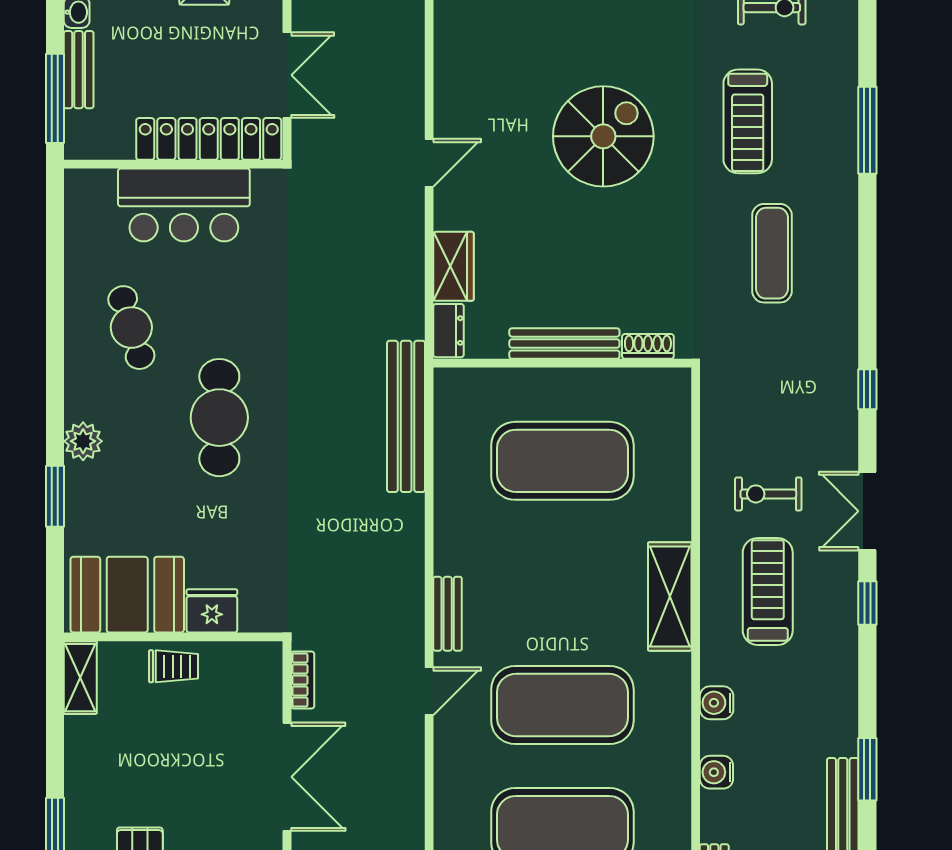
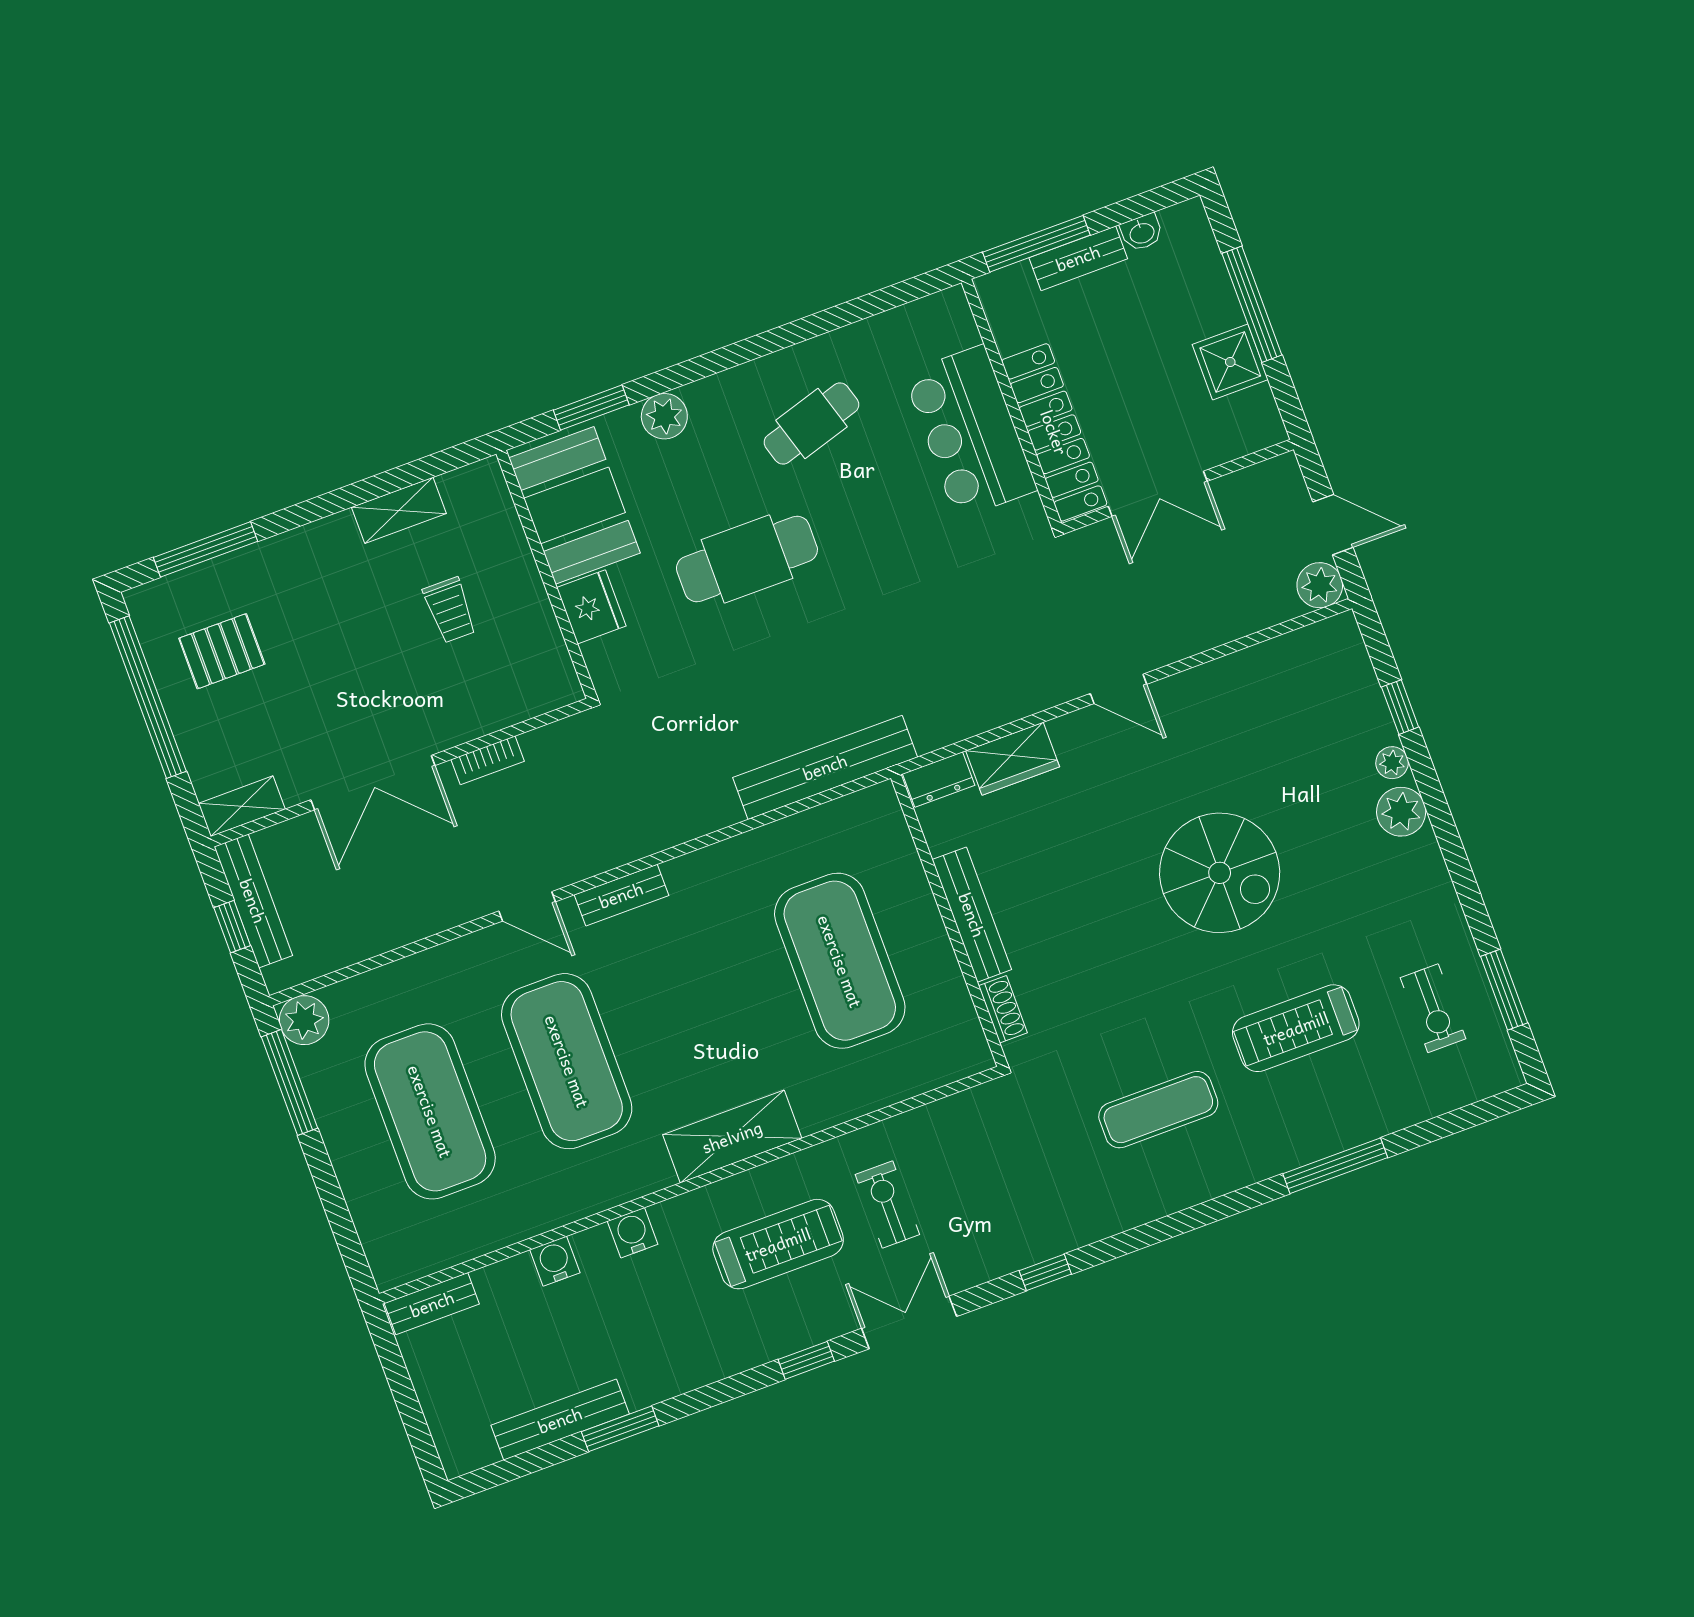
booth: (127, 595) -> (575, 505), moved
fridge: (212, 611) -> (591, 607), moved
wall: (173, 637) -> (546, 574), moved

